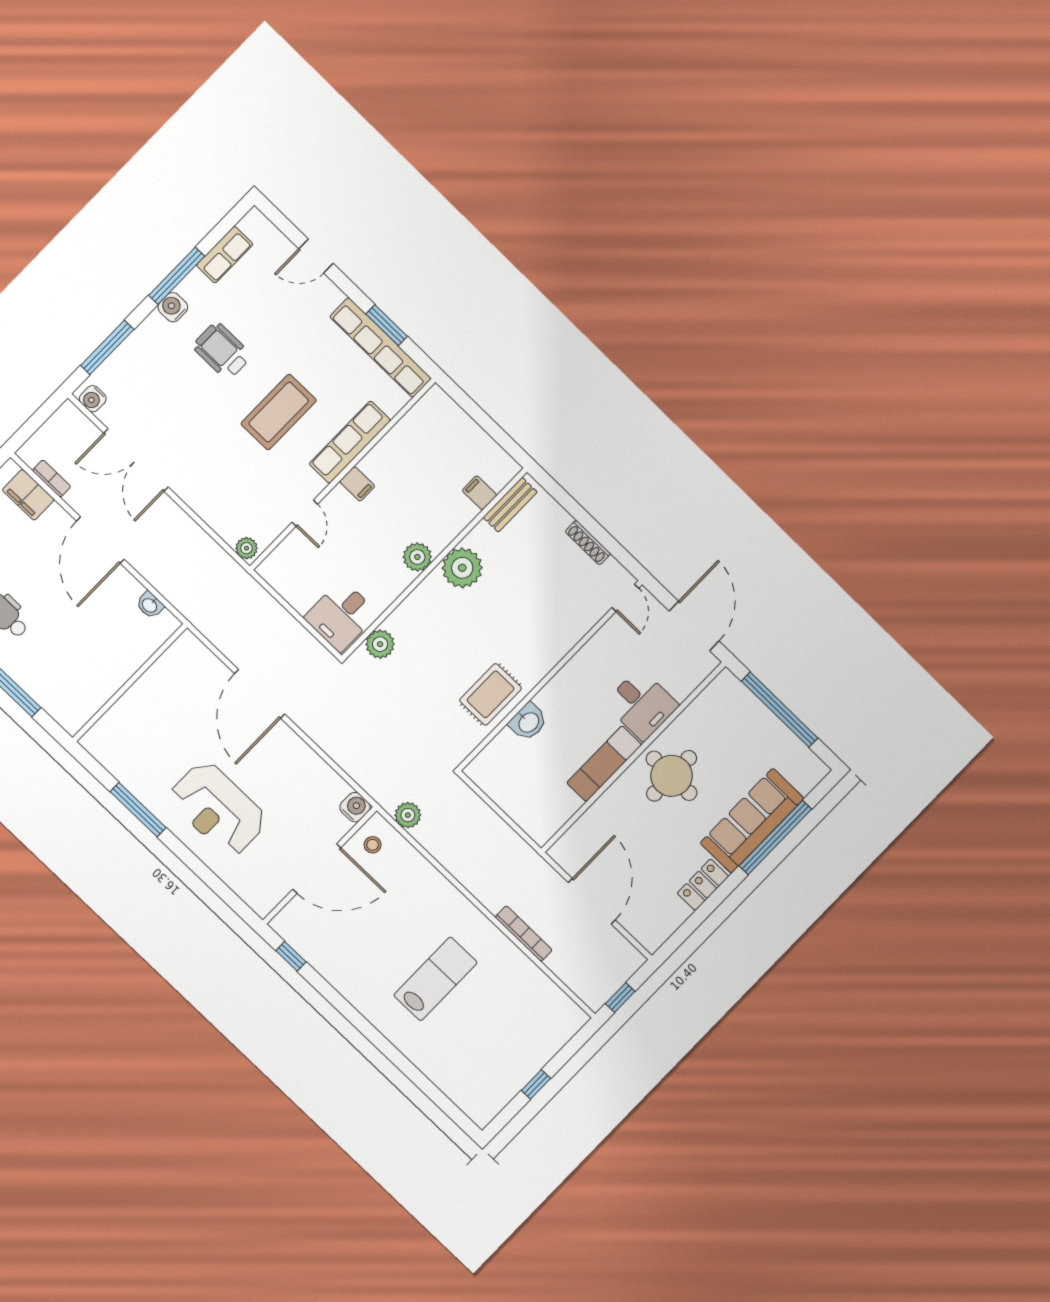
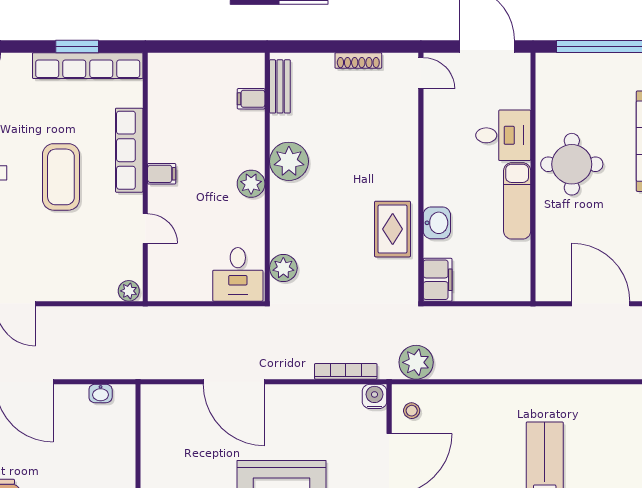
filing cabinet: (487, 765) -> (438, 280), added
plant: (408, 815) -> (416, 362), width x1.36, depth x1.36
bookcase: (524, 934) -> (346, 371), moved

